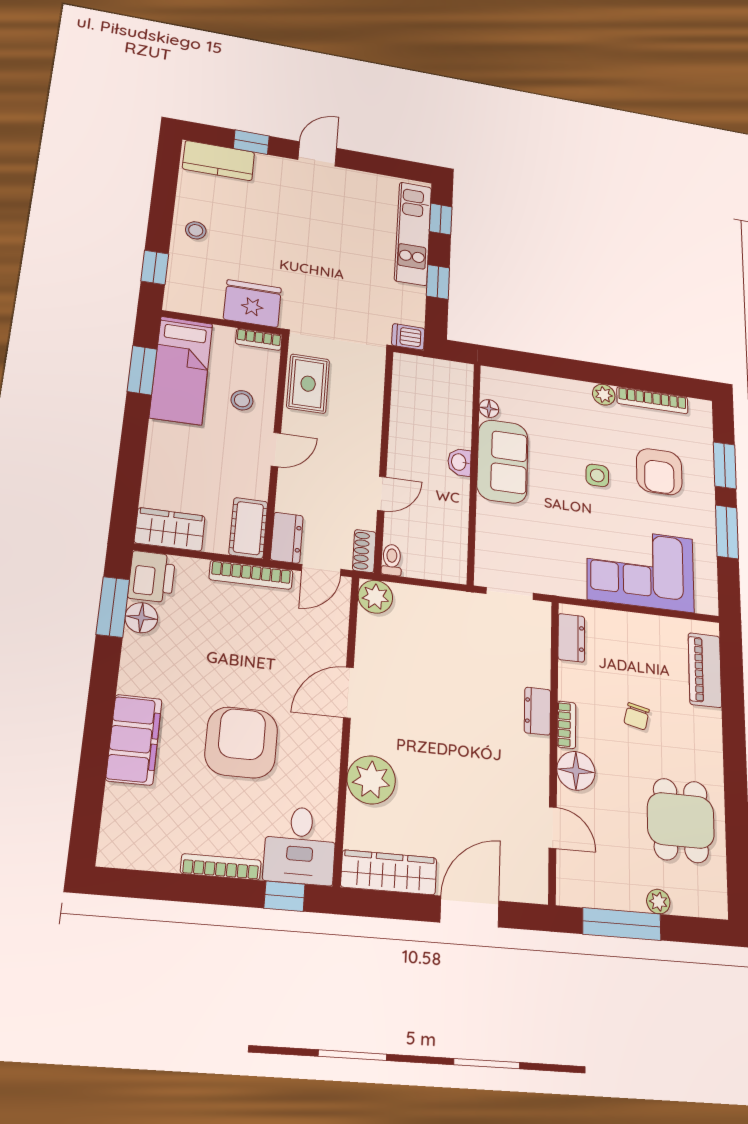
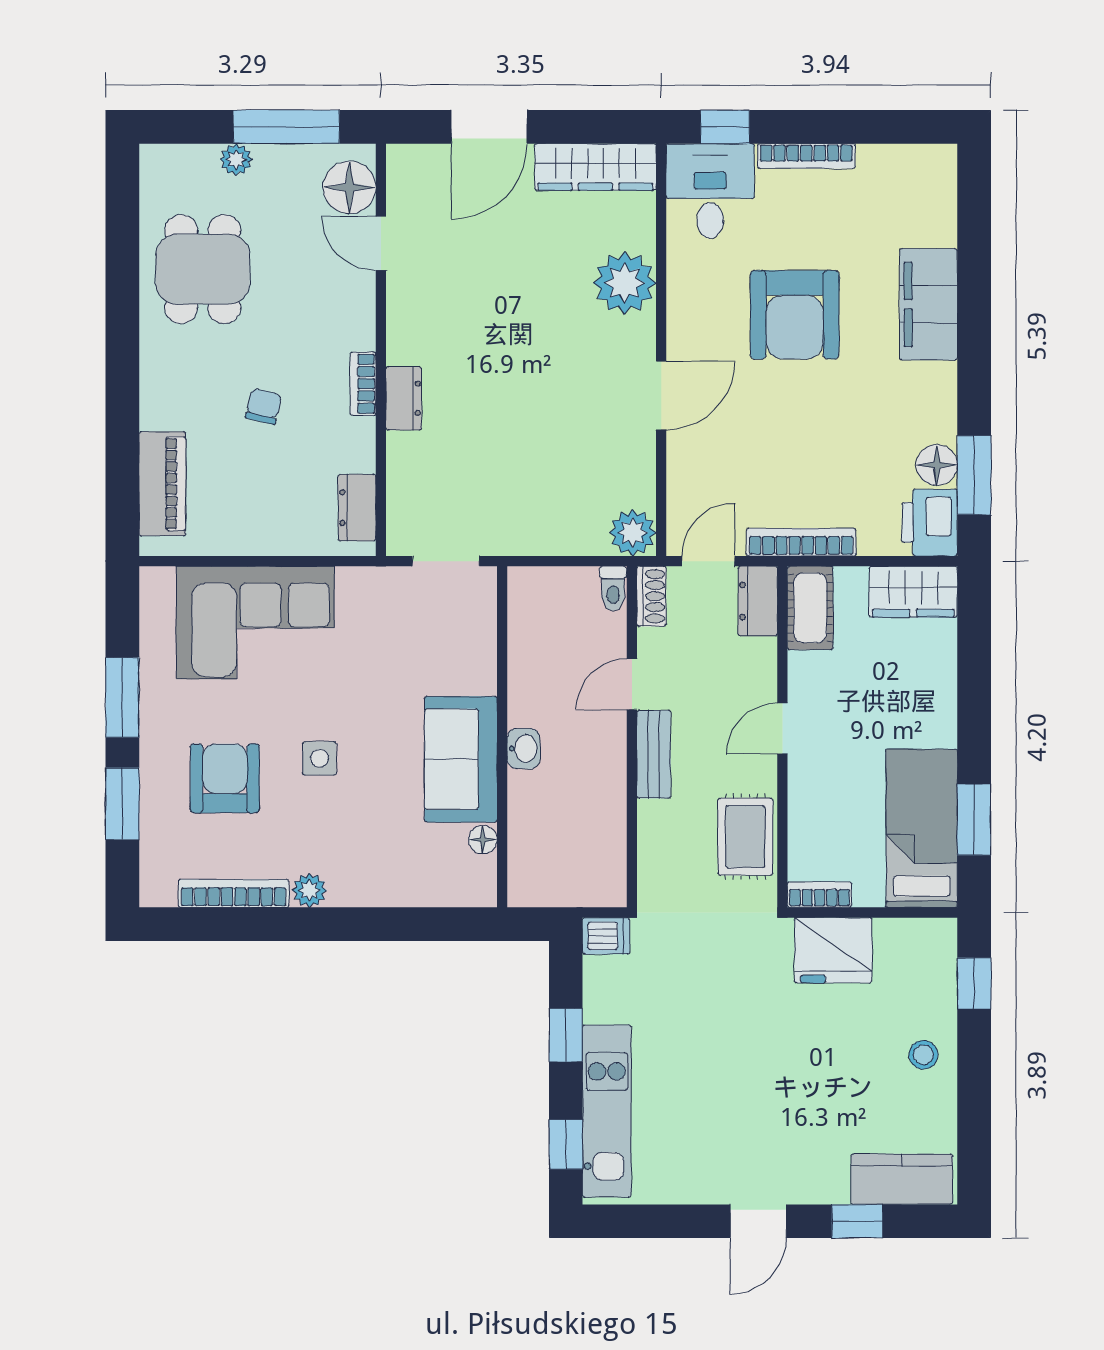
stool: (242, 400) -> (835, 796), removed
bench: (369, 446) -> (654, 754), added
floor lamp: (576, 771) -> (349, 187), moved

